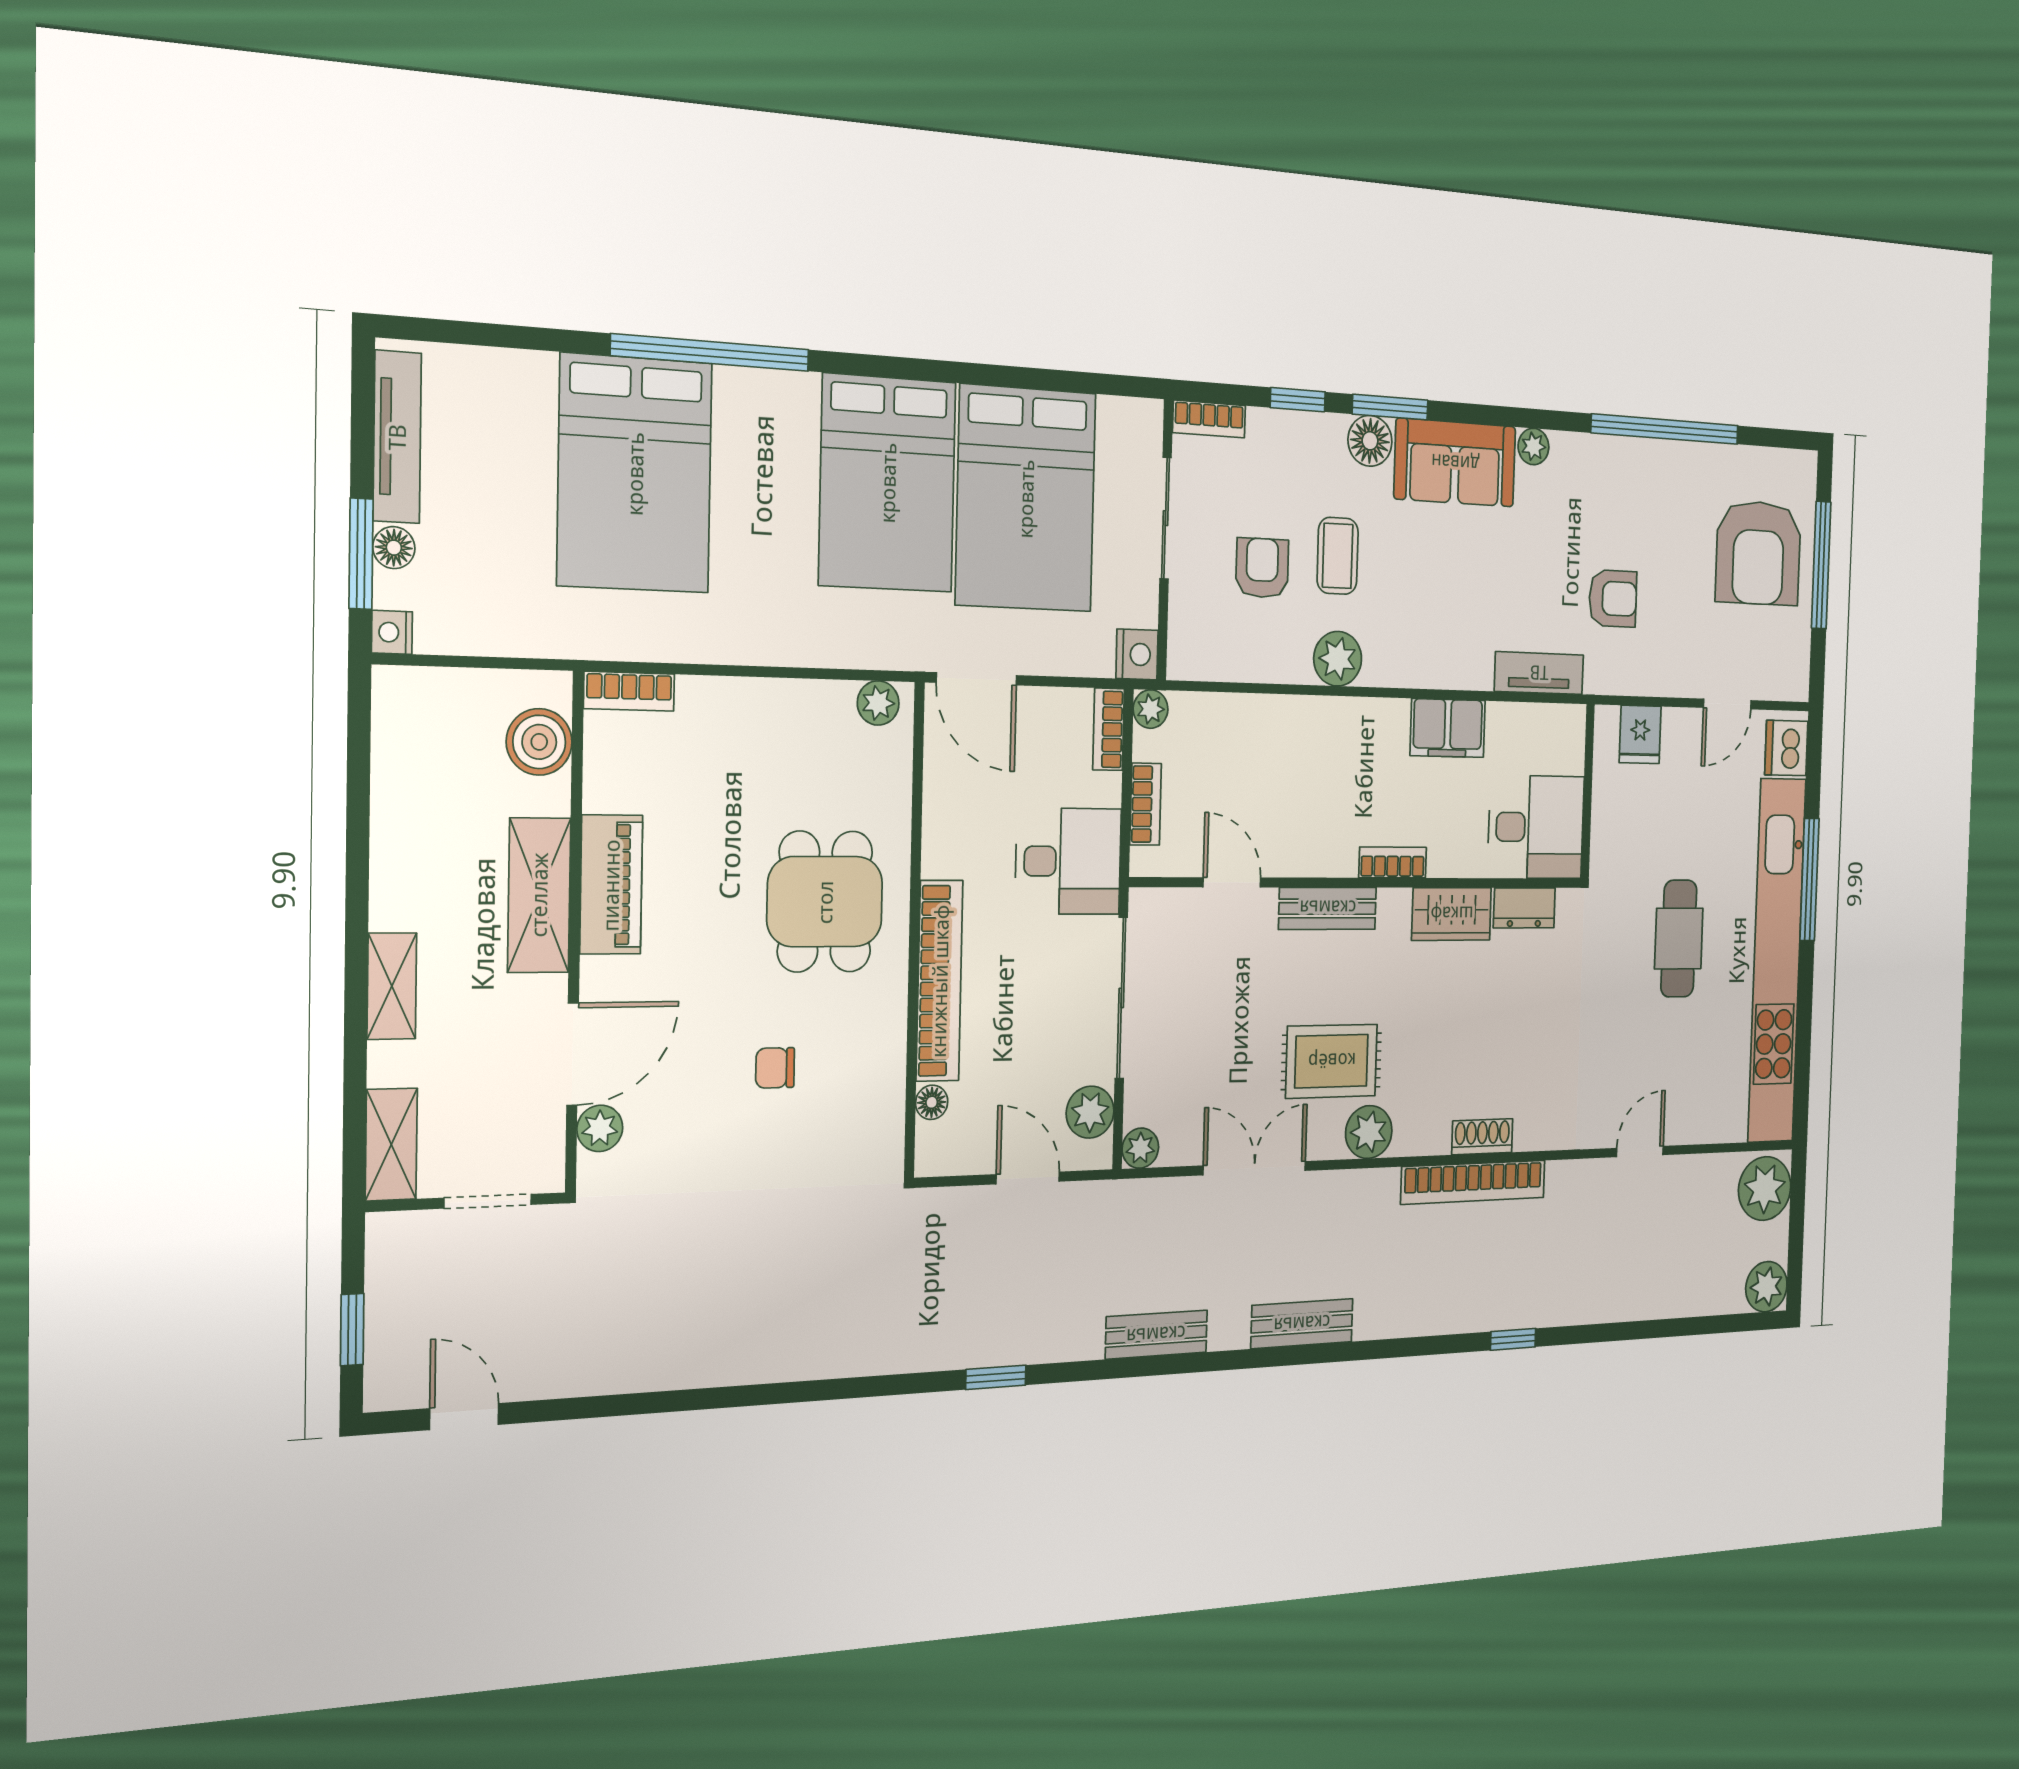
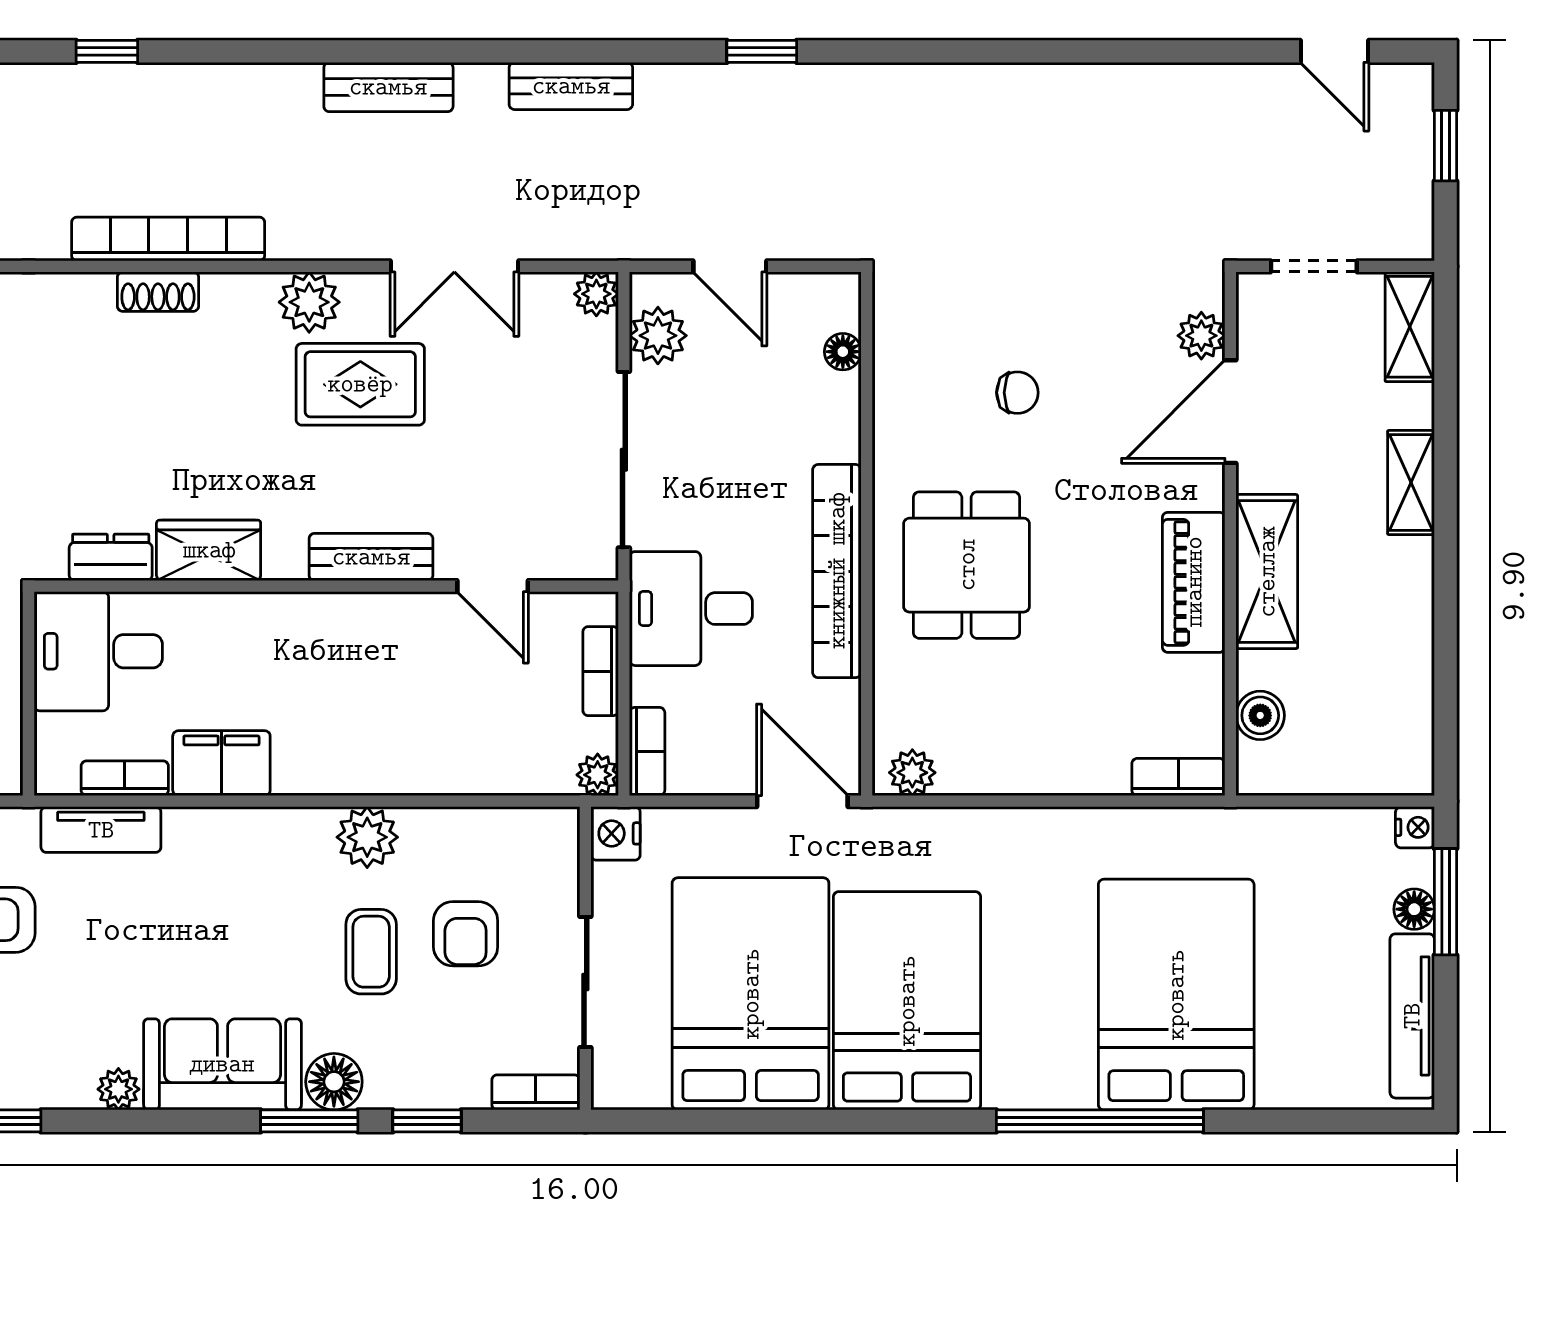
boiler: (539, 742) -> (1260, 715), width x0.73, depth x0.73
bookcase: (1393, 863) -> (125, 778), moved, turned 180
bookcase: (940, 981) -> (837, 571), moved

